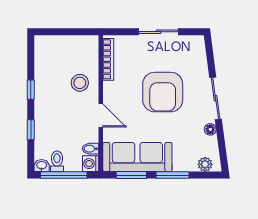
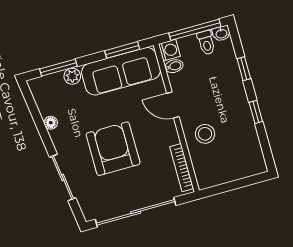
sliding door: (158, 32) -> (136, 212), width x1.86
sliding door: (216, 98) -> (63, 177), moved
plant: (205, 164) -> (72, 76), moved
window: (172, 175) -> (58, 68), moved

